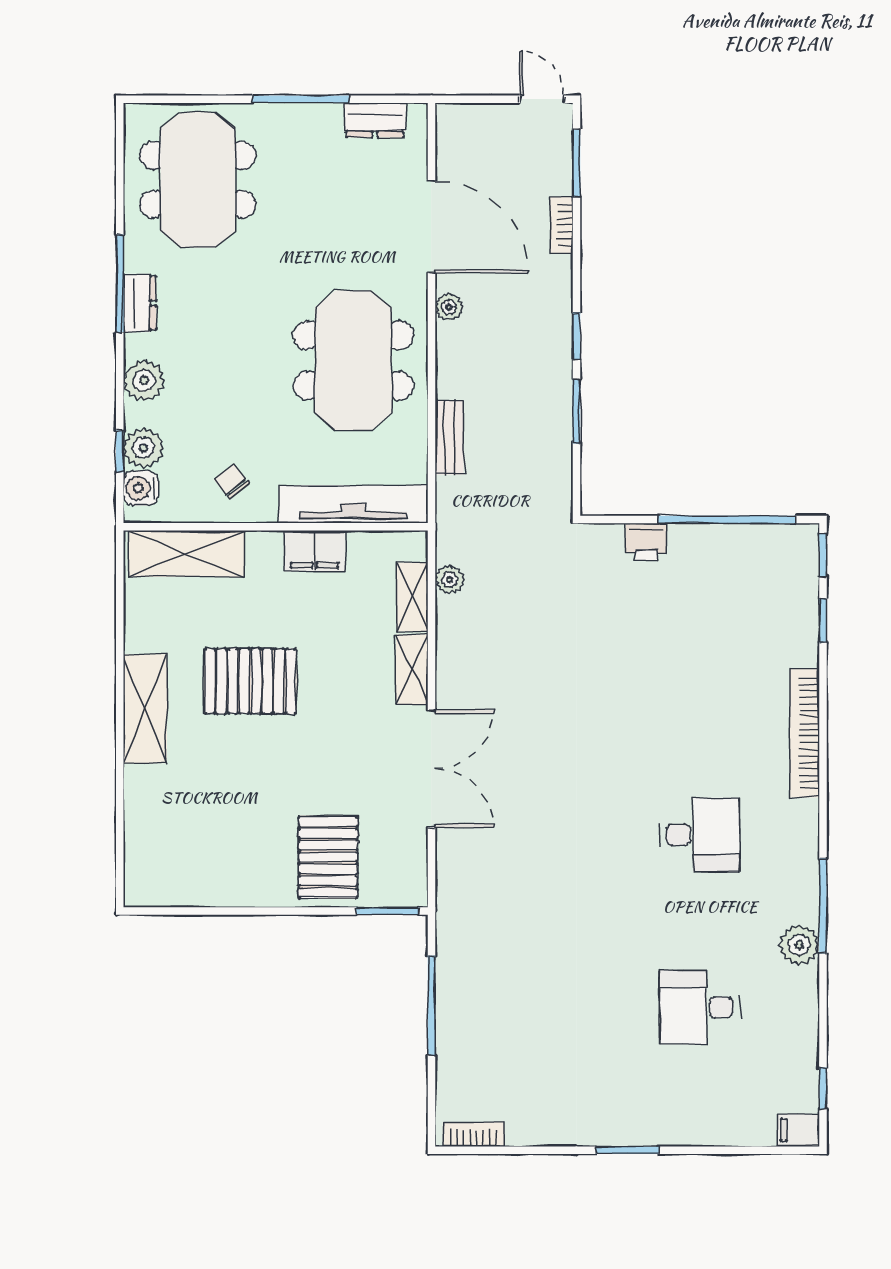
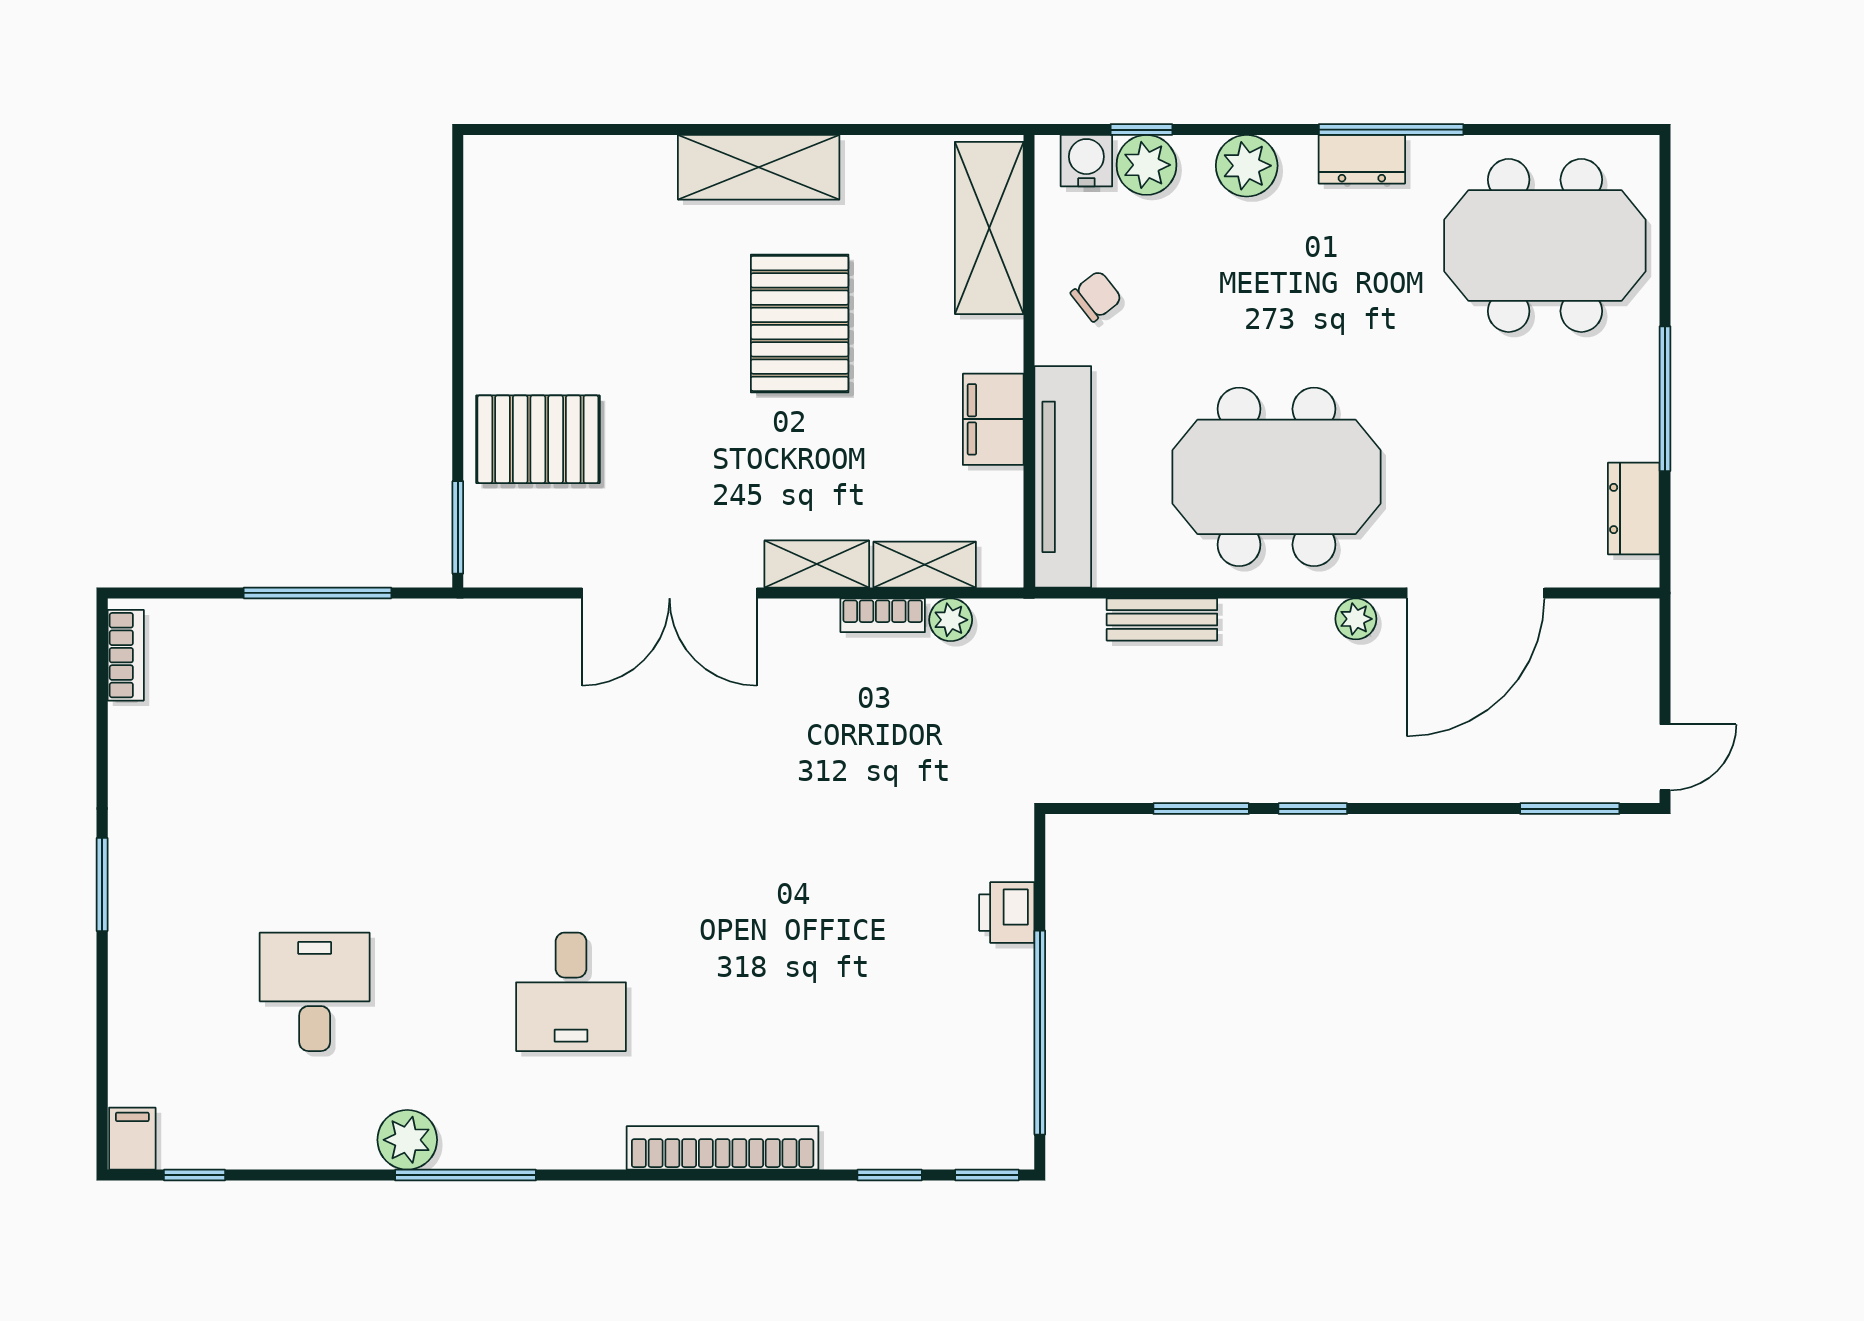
bookcase: (561, 225) -> (883, 615), moved, turned 180

